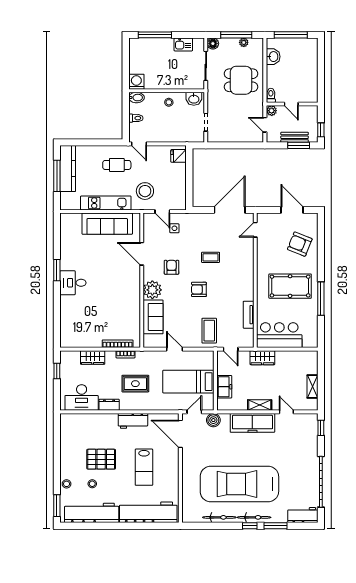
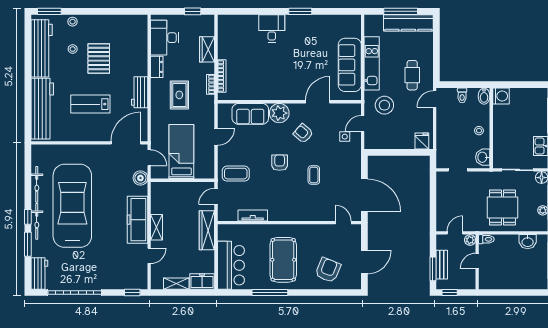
armchair: (171, 267) -> (303, 133), turned -139
desk: (73, 283) -> (272, 28), moved
bar counter: (279, 335) -> (231, 265), moved
wardrobe: (262, 358) -> (207, 230), width x1.50
freezer: (224, 387) -> (202, 281), moved, turned 180

